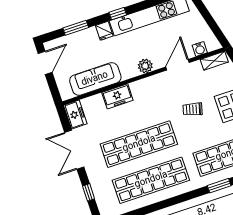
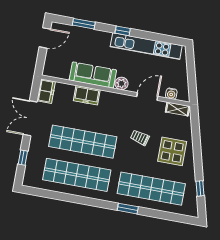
fridge: (104, 31) -> (105, 38), removed
sofa: (95, 79) -> (93, 75), moved

